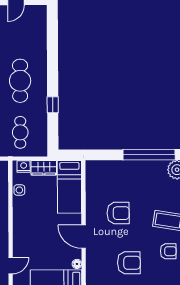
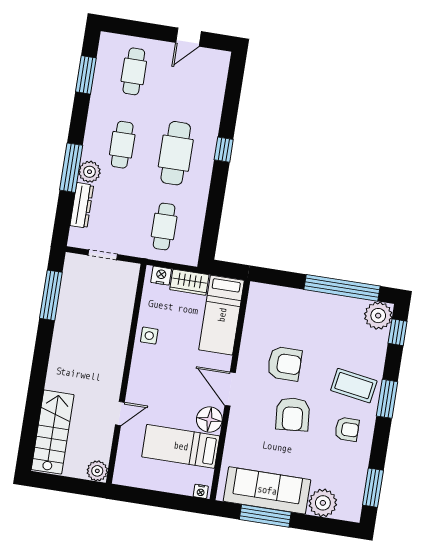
window: (53, 105) -> (224, 150), moved
side table: (19, 190) -> (149, 336), moved
armchair: (129, 263) -> (293, 414), moved, turned 85
floor lamp: (77, 264) -> (209, 420), width x1.89, depth x1.89

